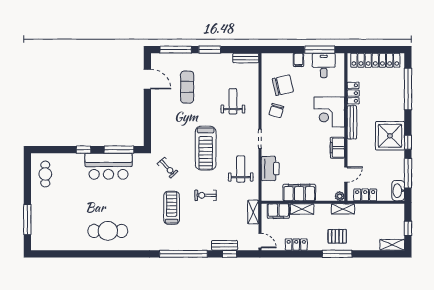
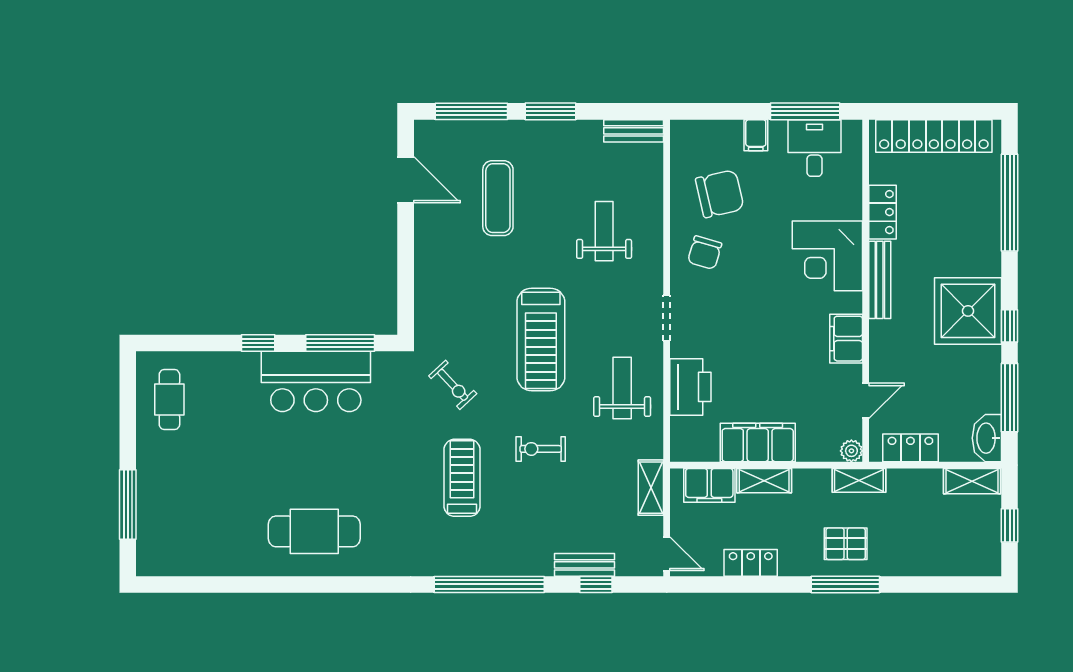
shelving: (392, 245) -> (972, 481), moved

